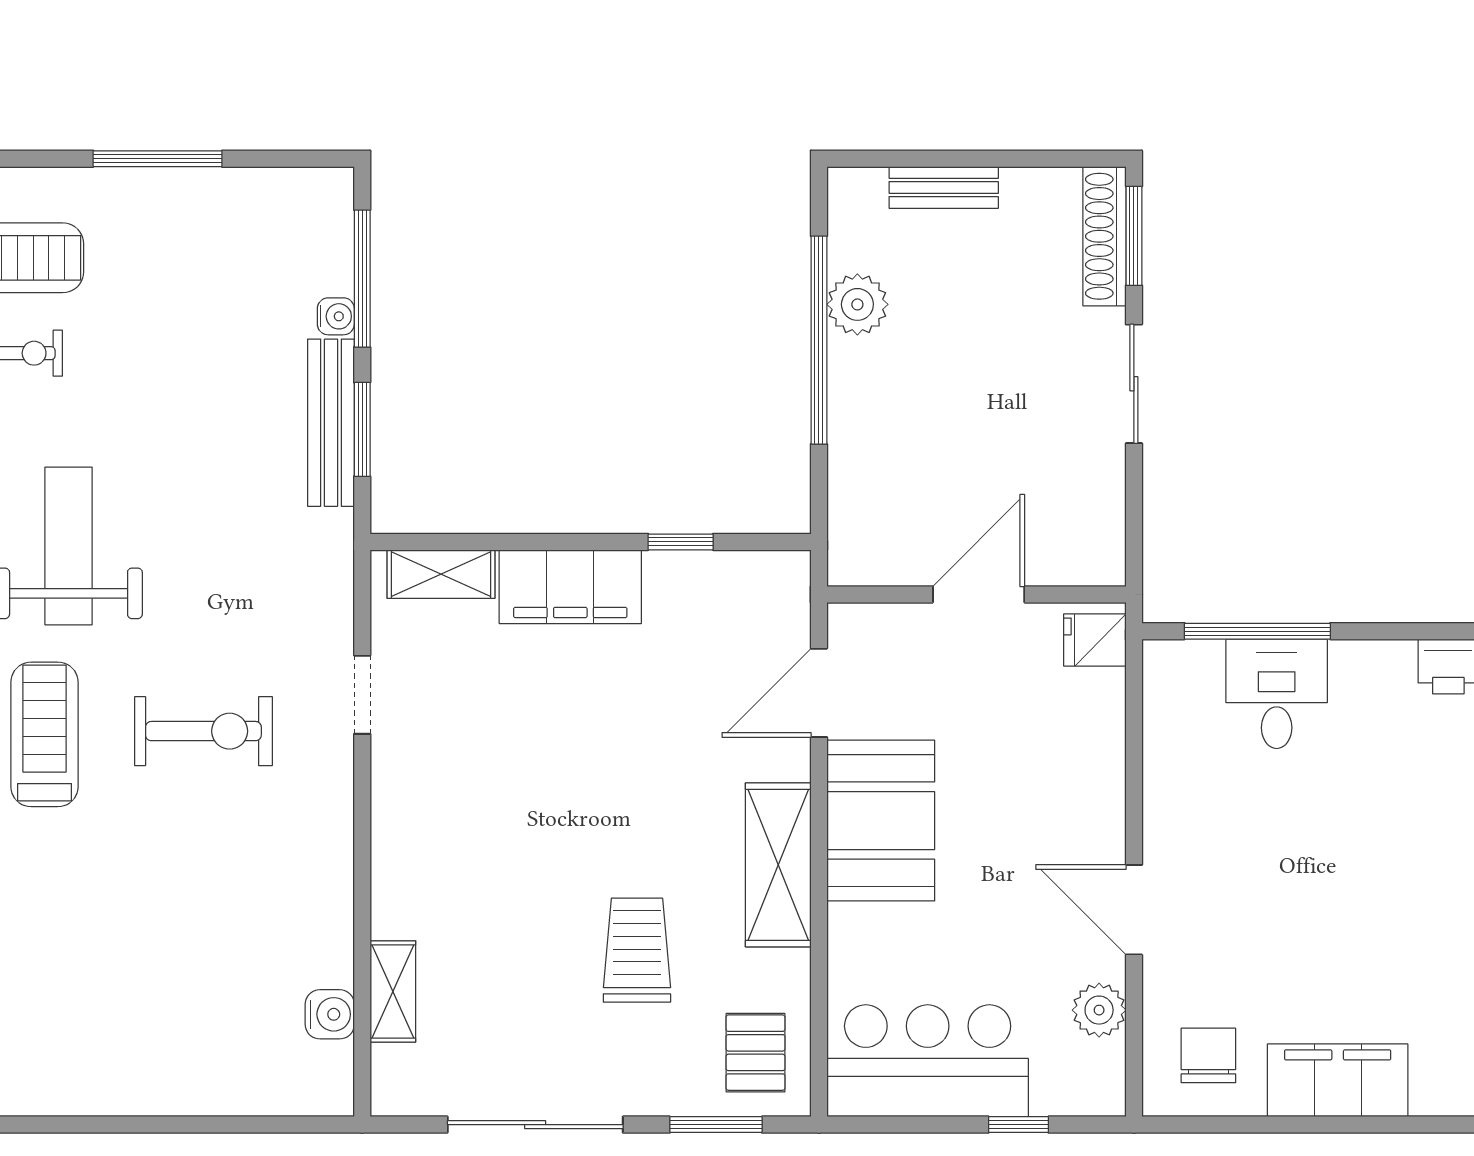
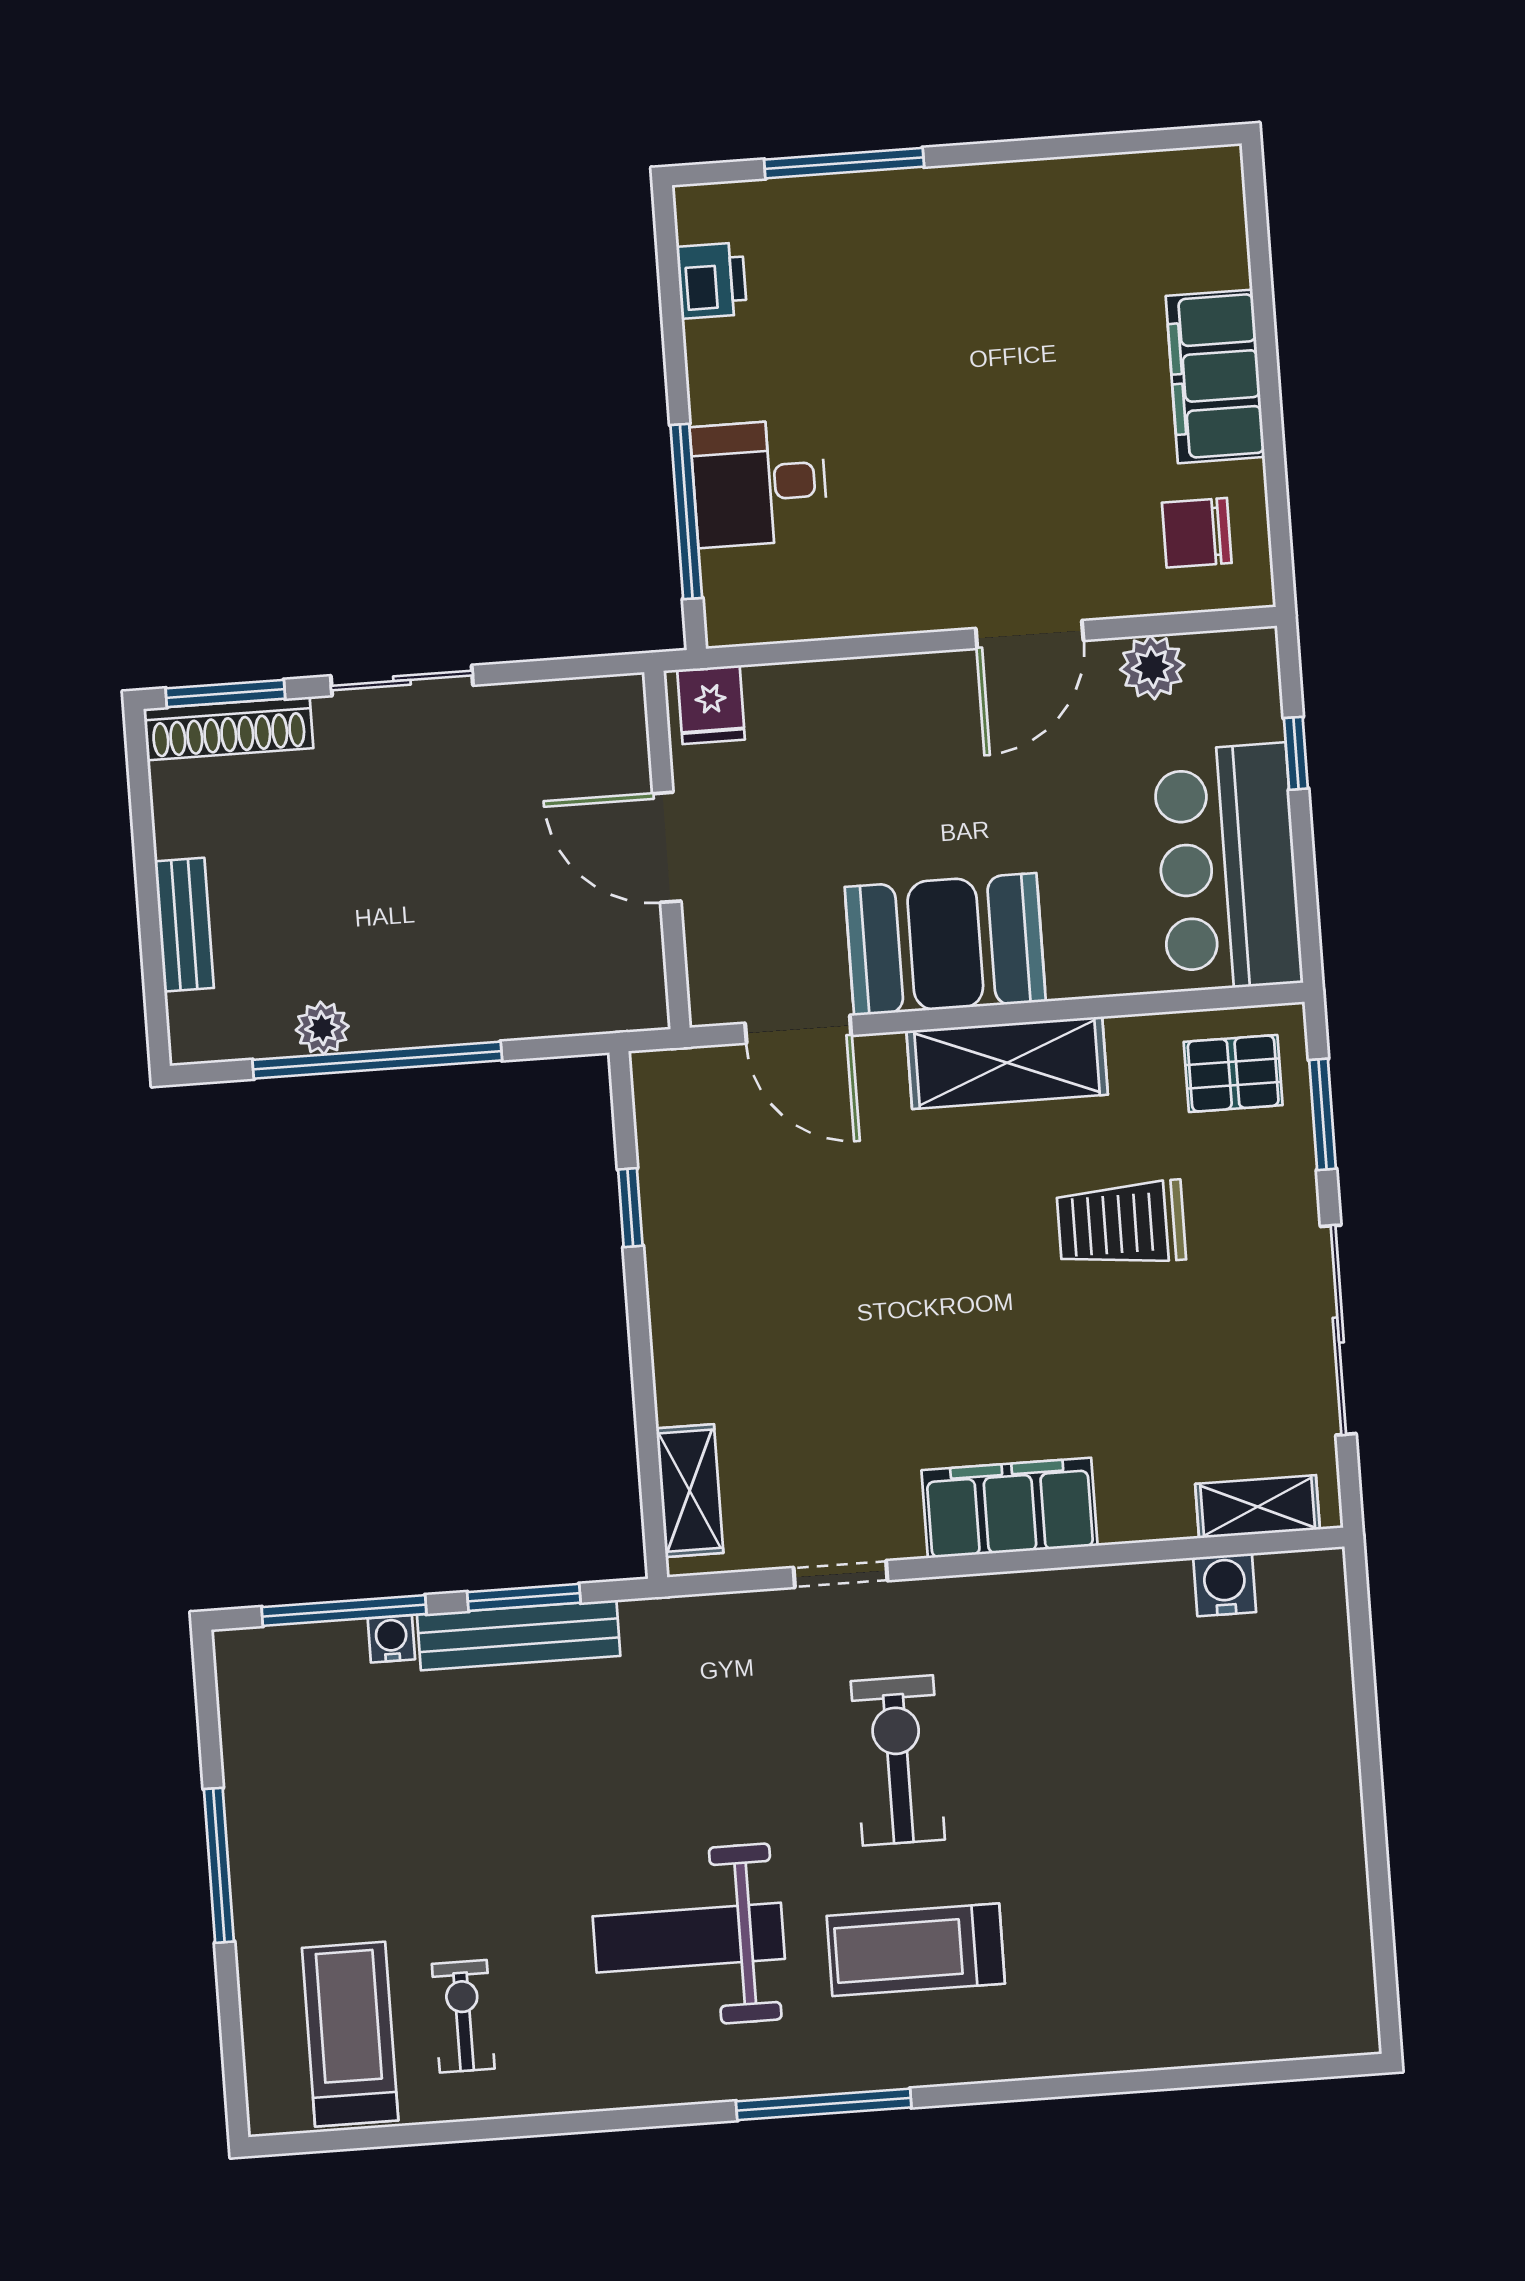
plant: (857, 304) -> (322, 1028), width x0.73, depth x0.73
filing cabinet: (570, 587) -> (1010, 1508), moved, turned -90
shelving: (393, 991) -> (1258, 1507), moved

